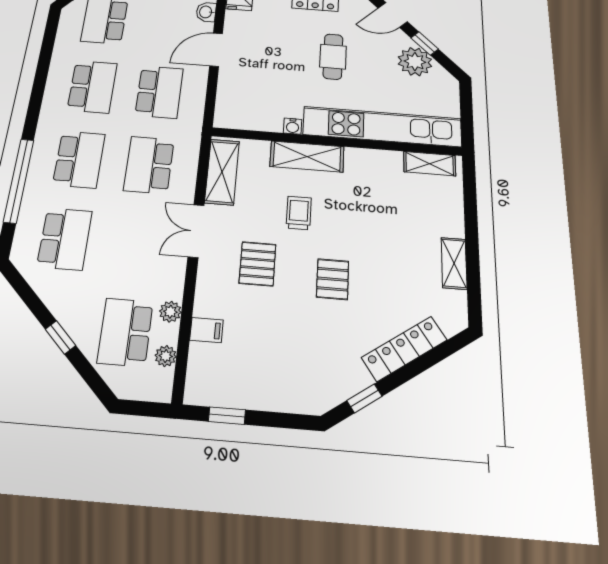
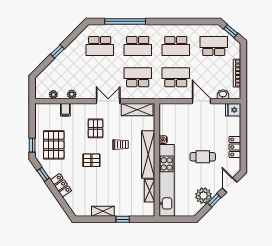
school desk: (159, 92) -> (176, 77), turned 180
shelving: (307, 157) -> (148, 154), width x1.47
shelving: (430, 164) -> (150, 191), moved
window: (471, 222) -> (123, 219), added
pallet: (258, 264) -> (96, 128), turned 90
school desk: (125, 332) -> (62, 77), removed
locker: (404, 349) -> (61, 185), width x0.66
pallet: (291, 366) -> (54, 145), added
window: (227, 416) -> (32, 145), moved

